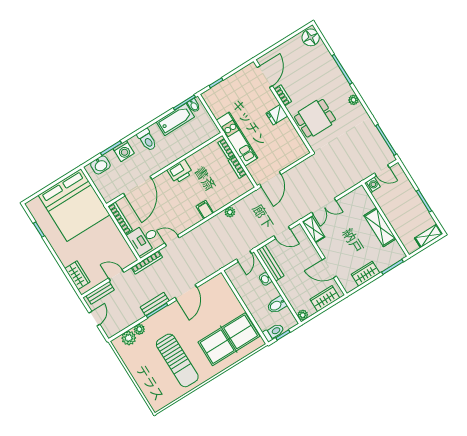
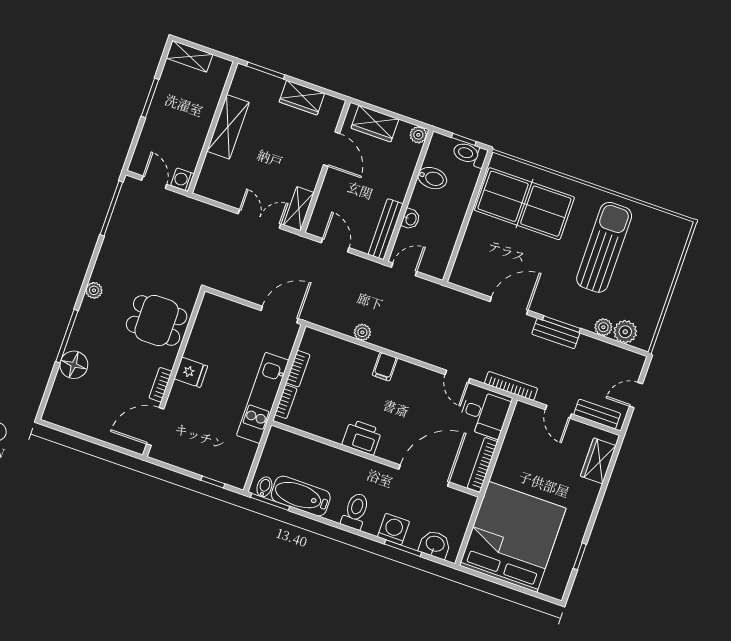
floor lamp: (311, 37) -> (74, 365), moved

